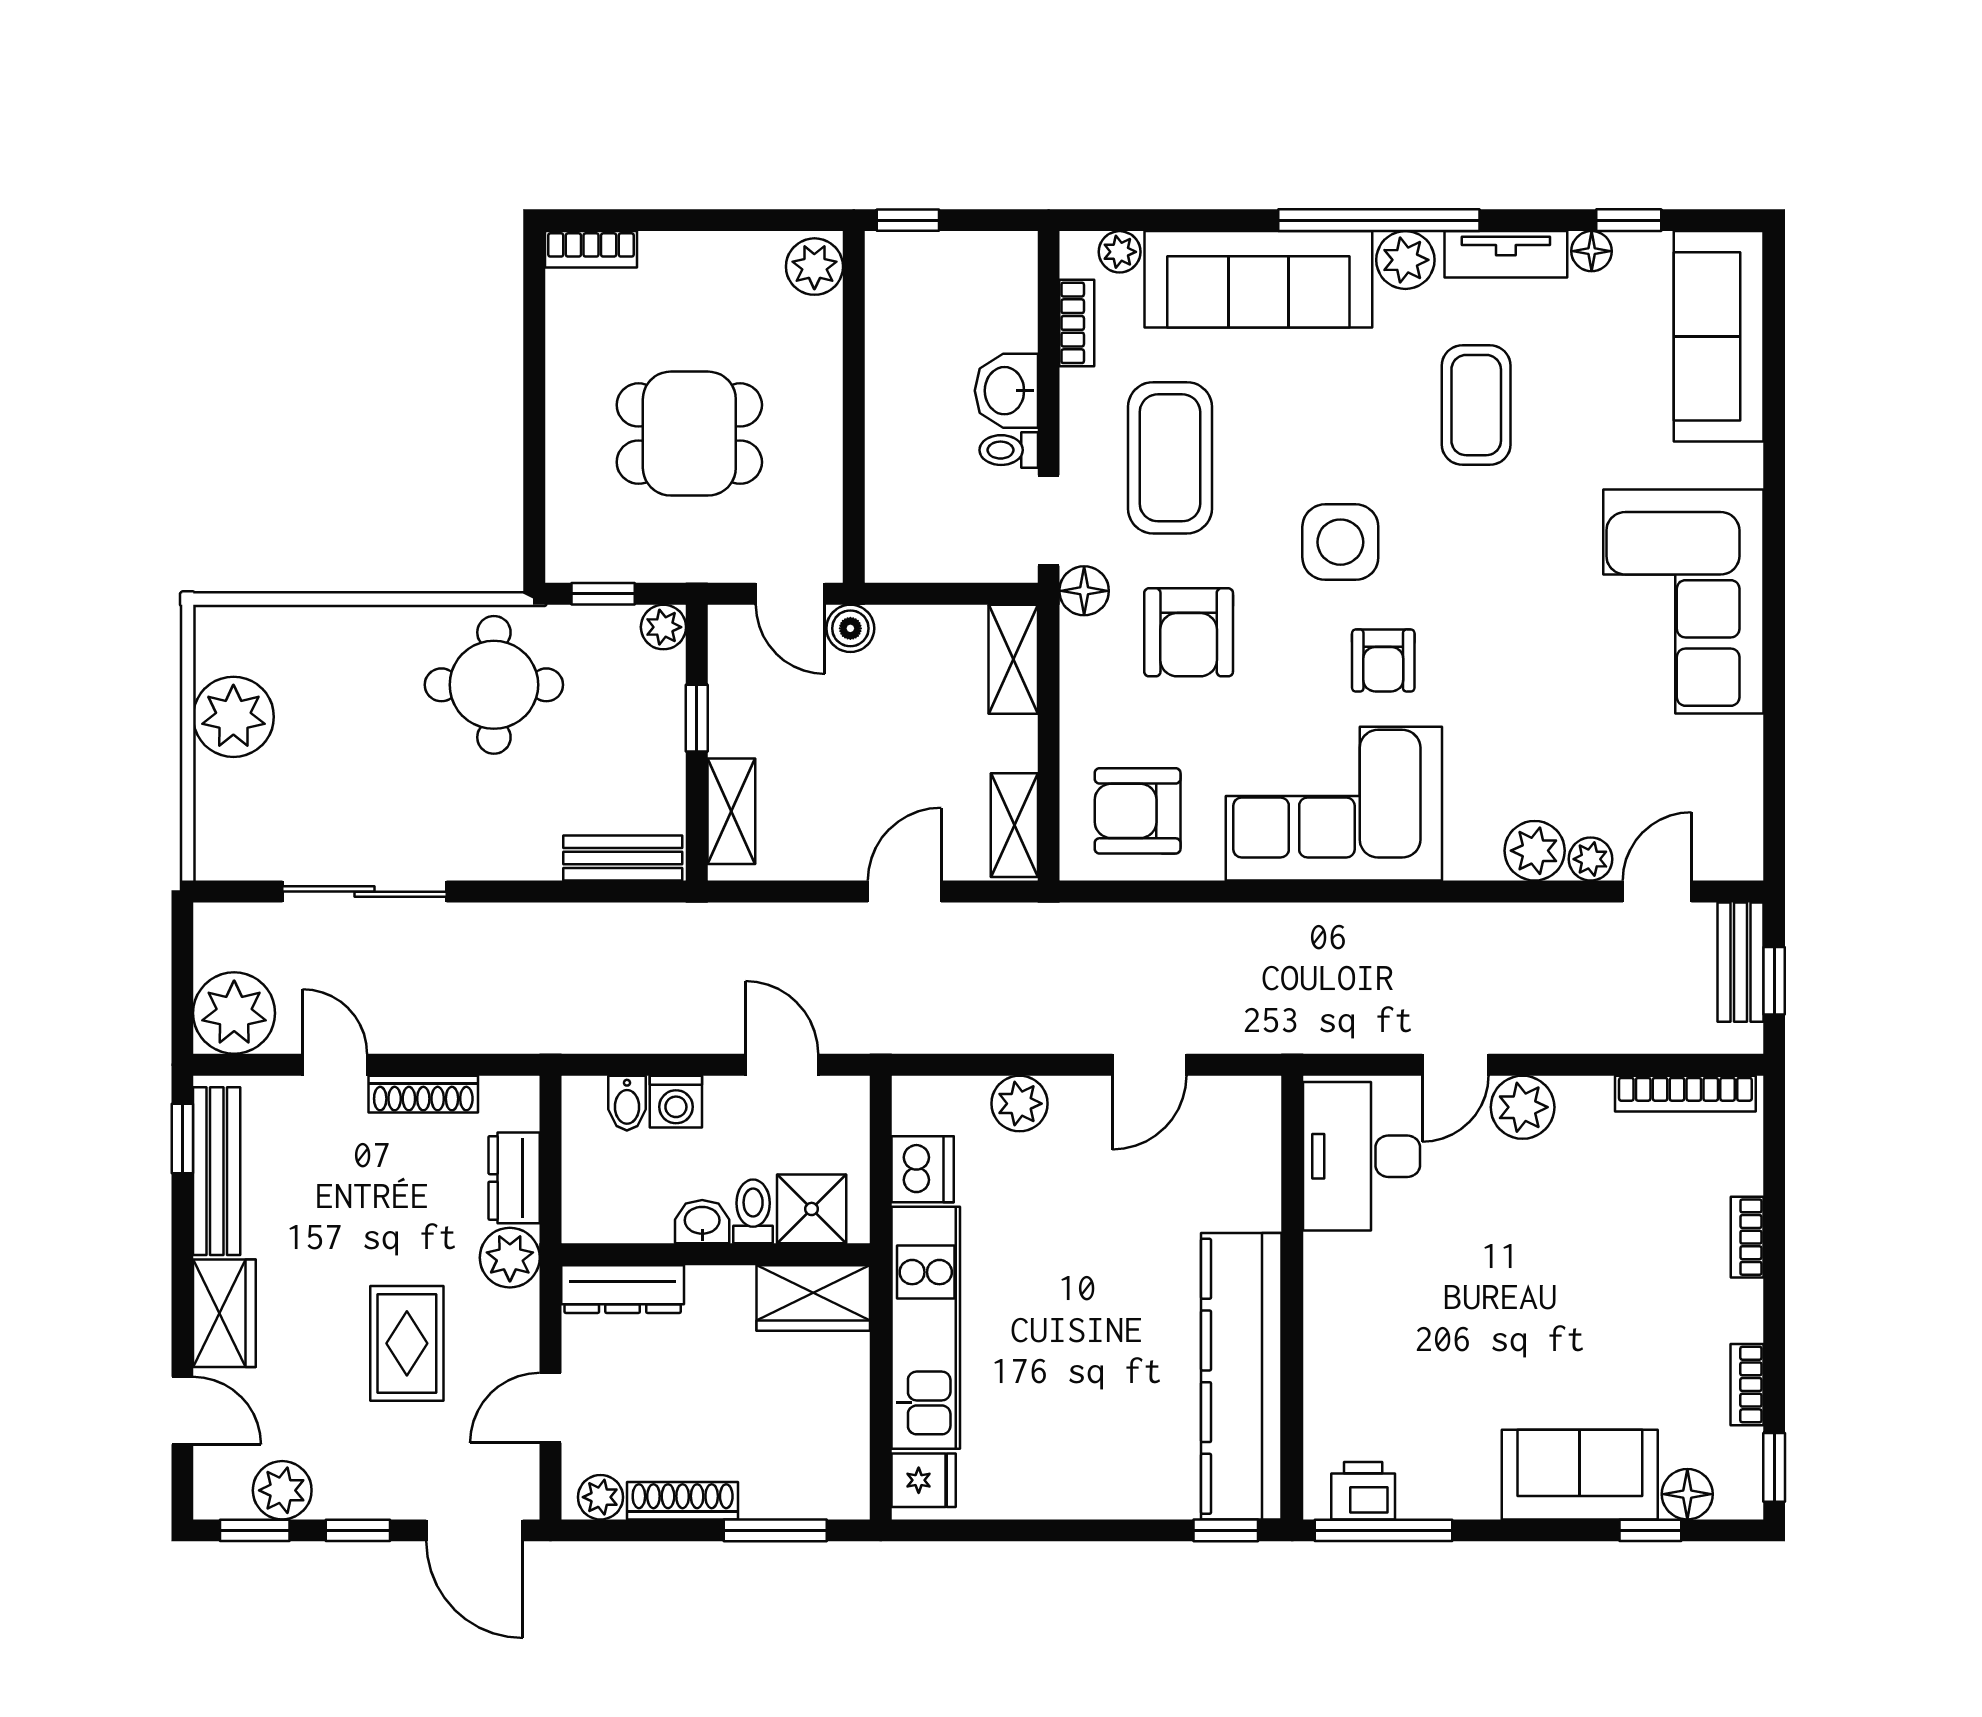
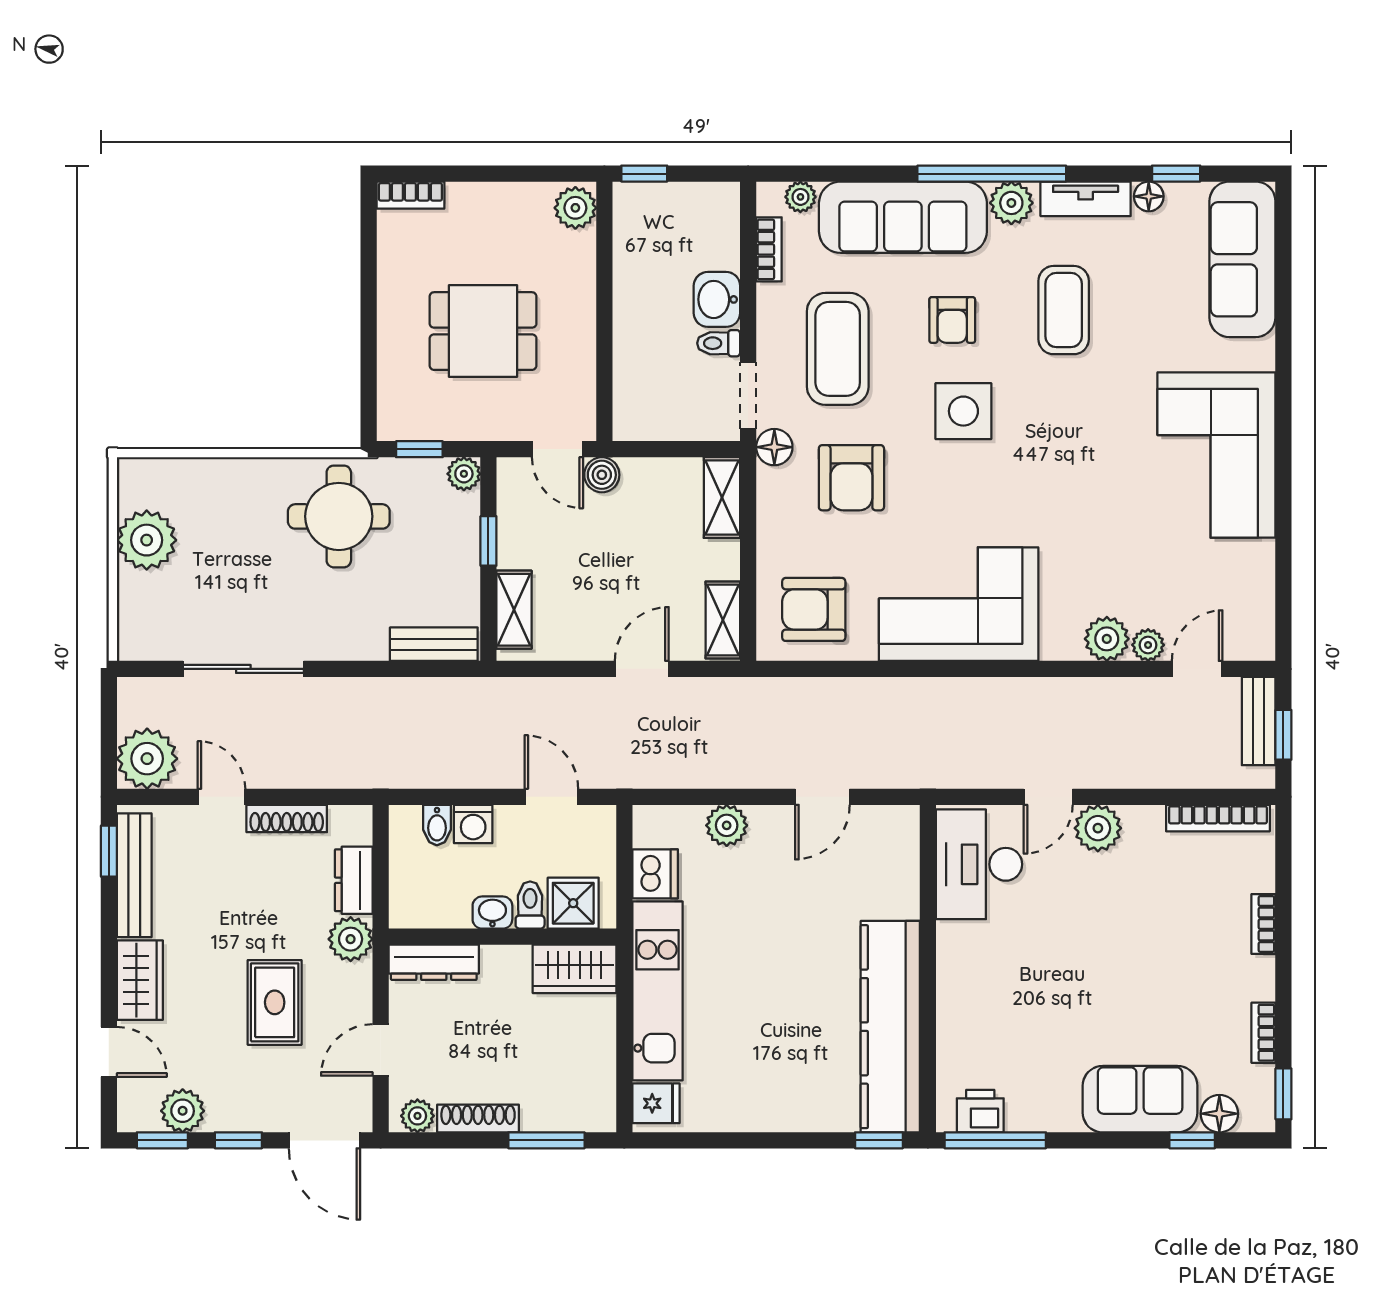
armchair: (1383, 661) -> (952, 320), moved

